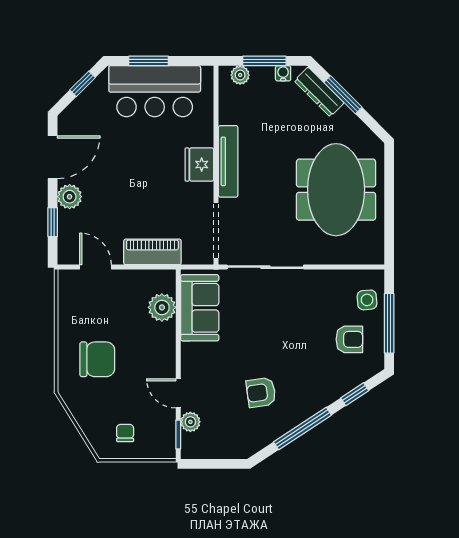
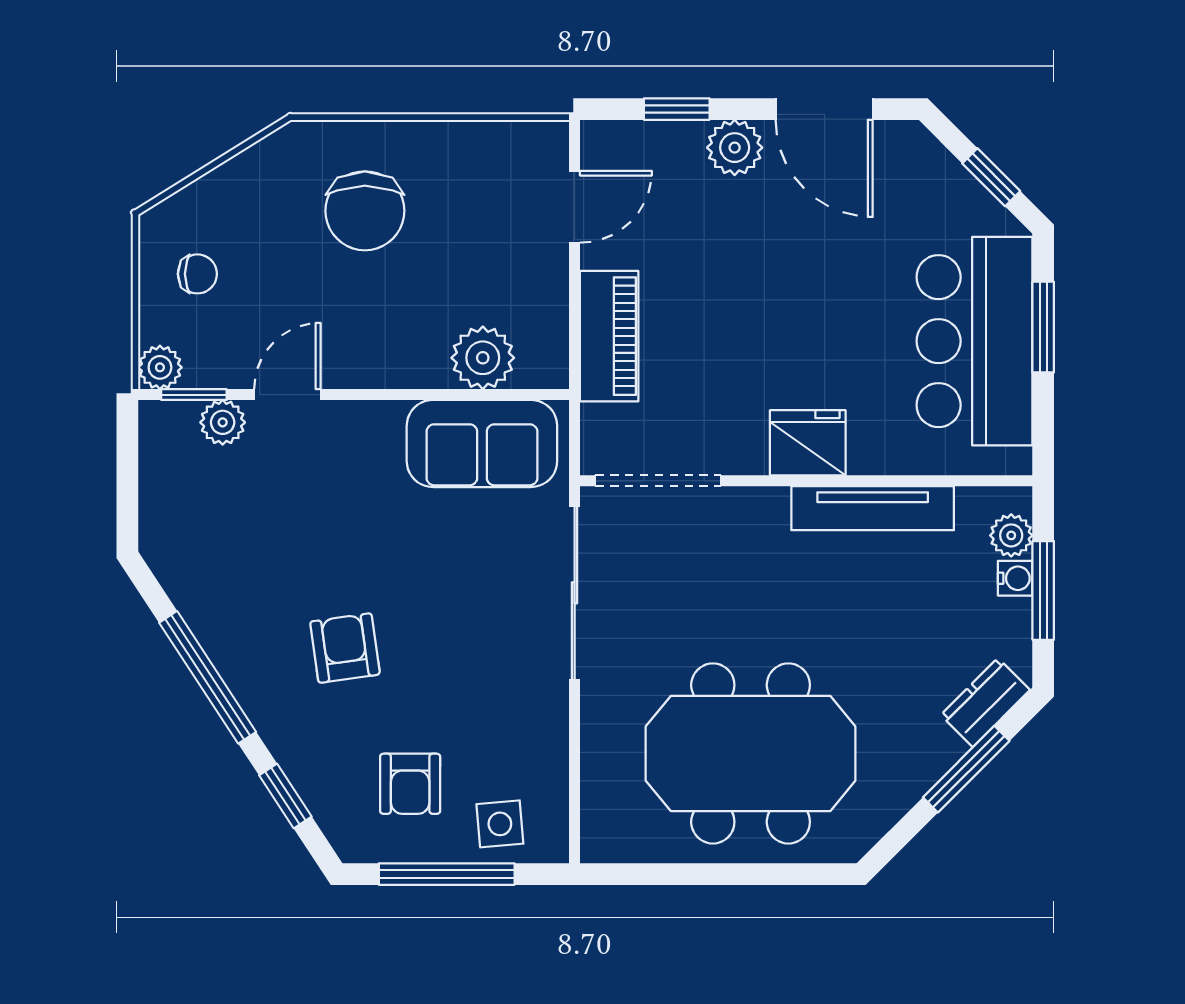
water cooler: (283, 73) -> (1015, 578), moved
dresser: (319, 92) -> (985, 702), width x0.70
tv unit: (228, 161) -> (873, 508), moved
armchair: (261, 392) -> (345, 648), moved
plant: (166, 449) -> (160, 367), added

